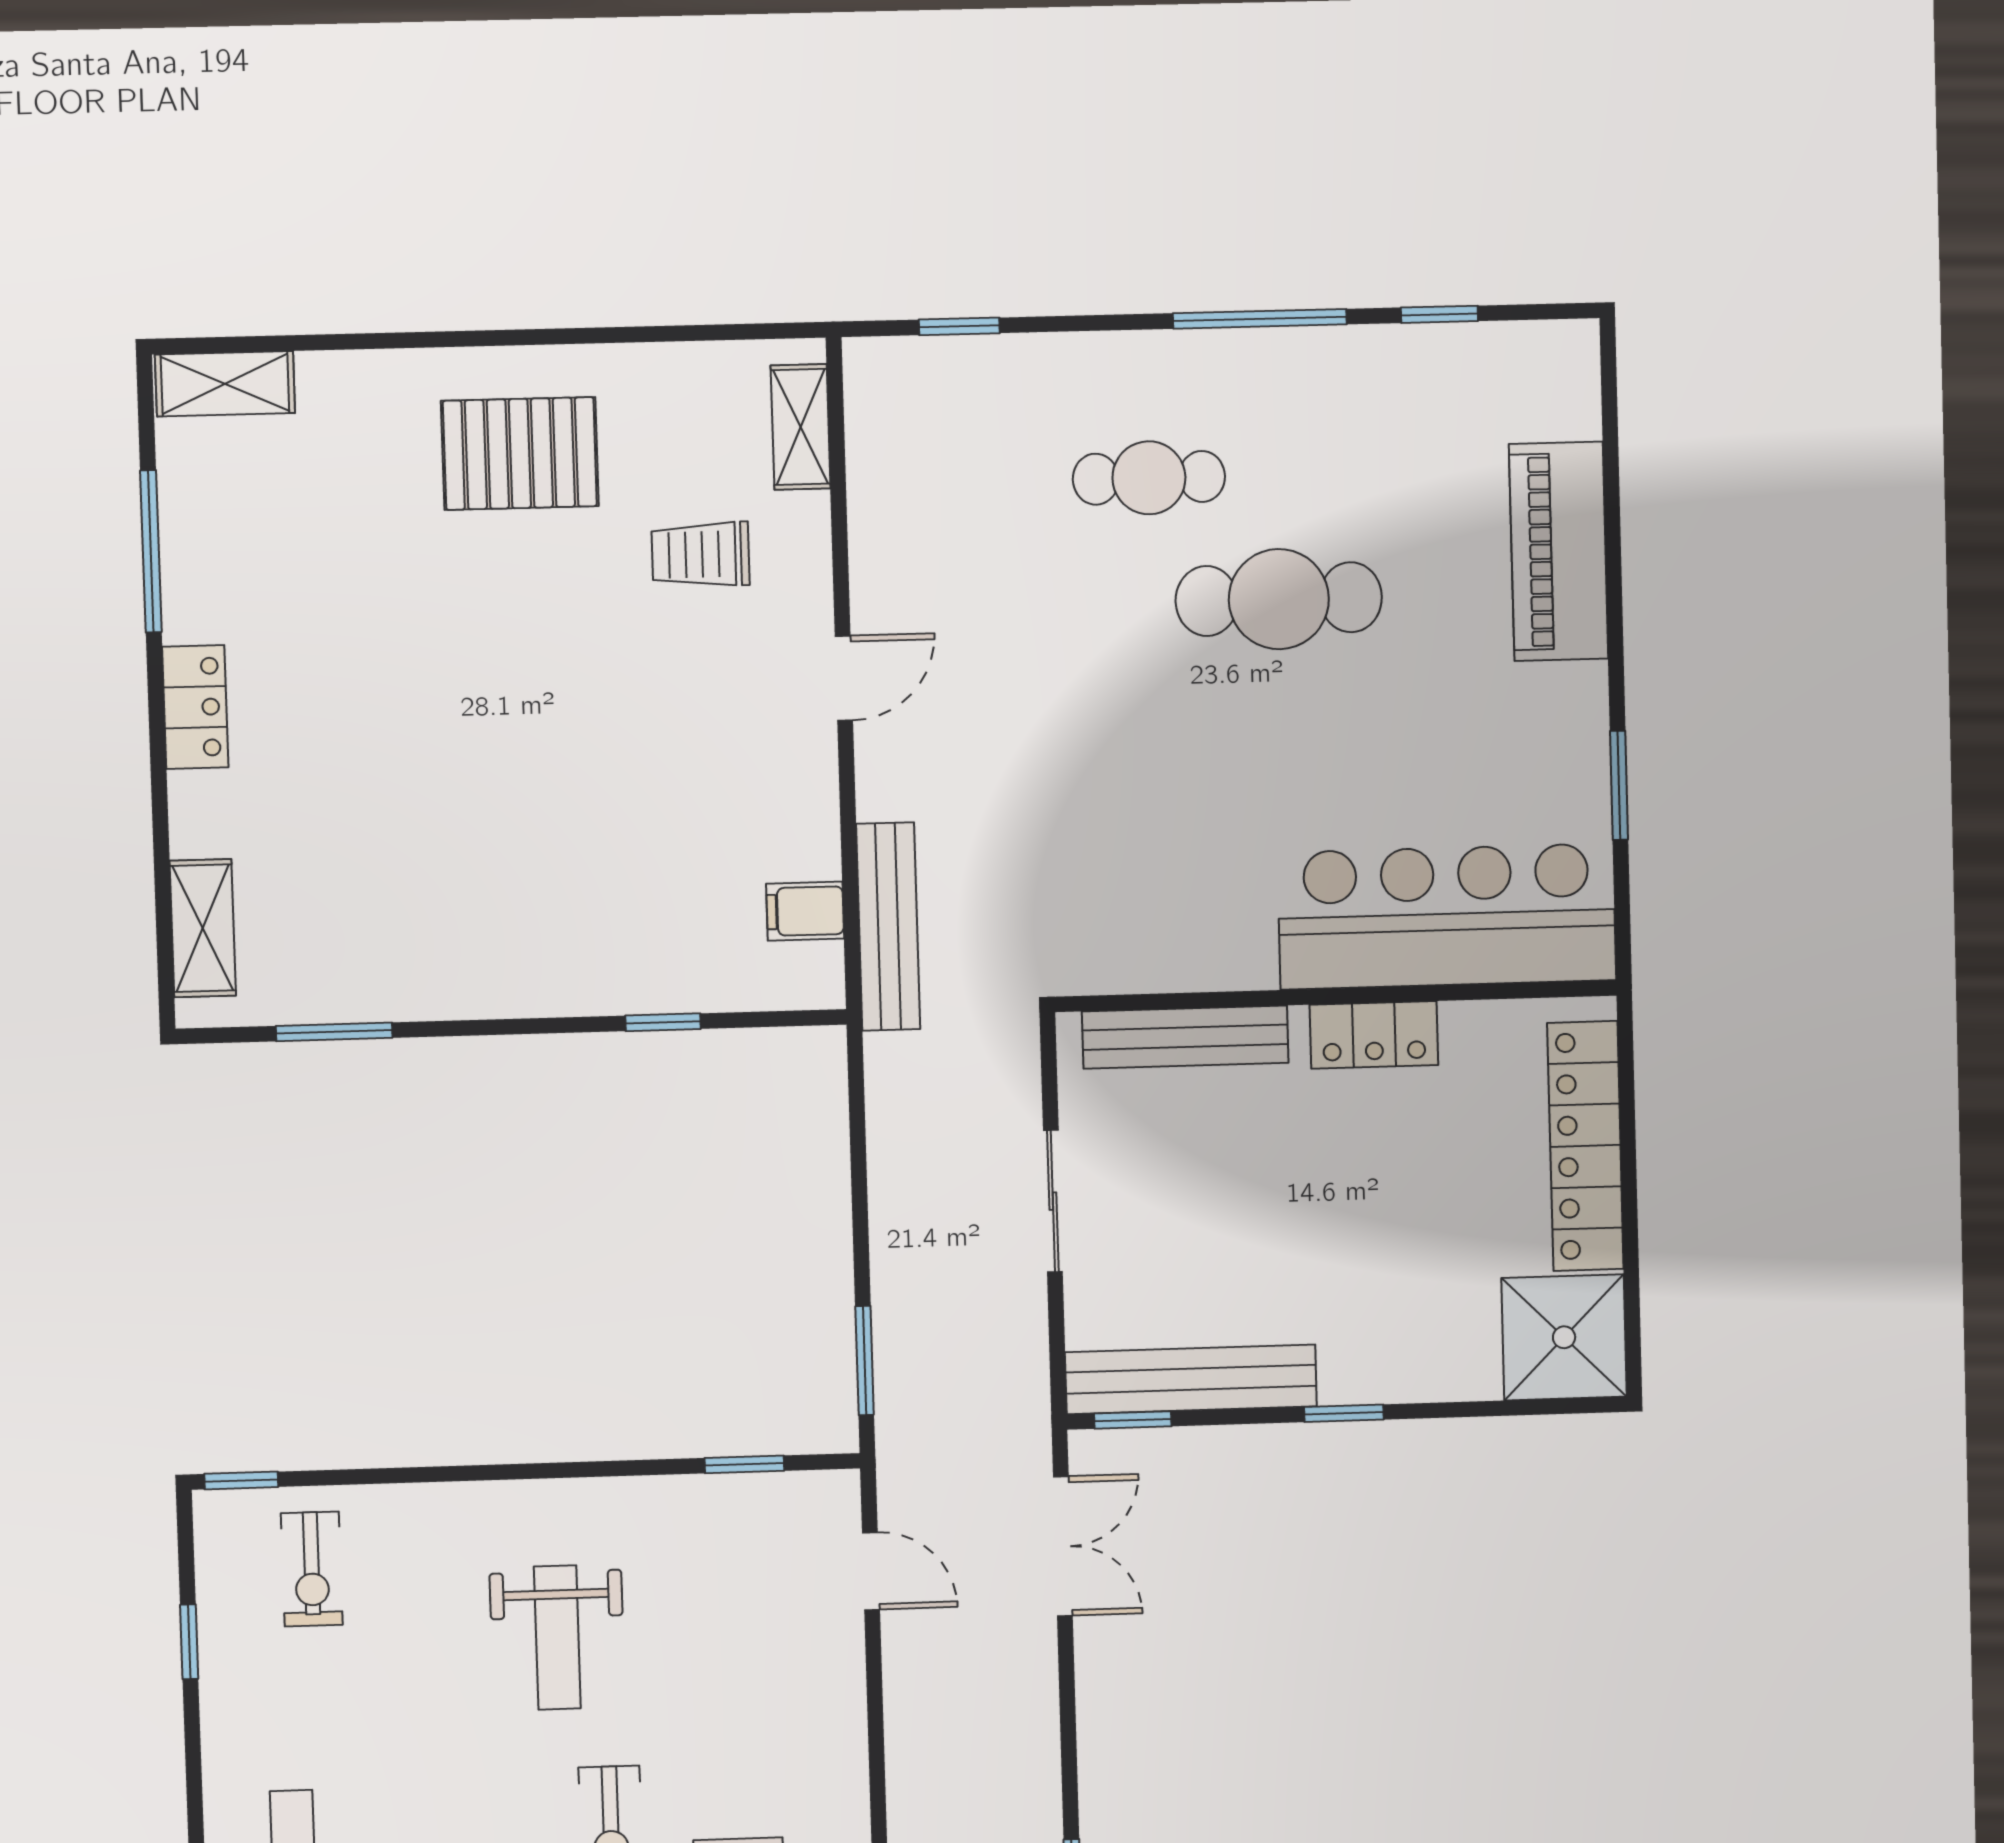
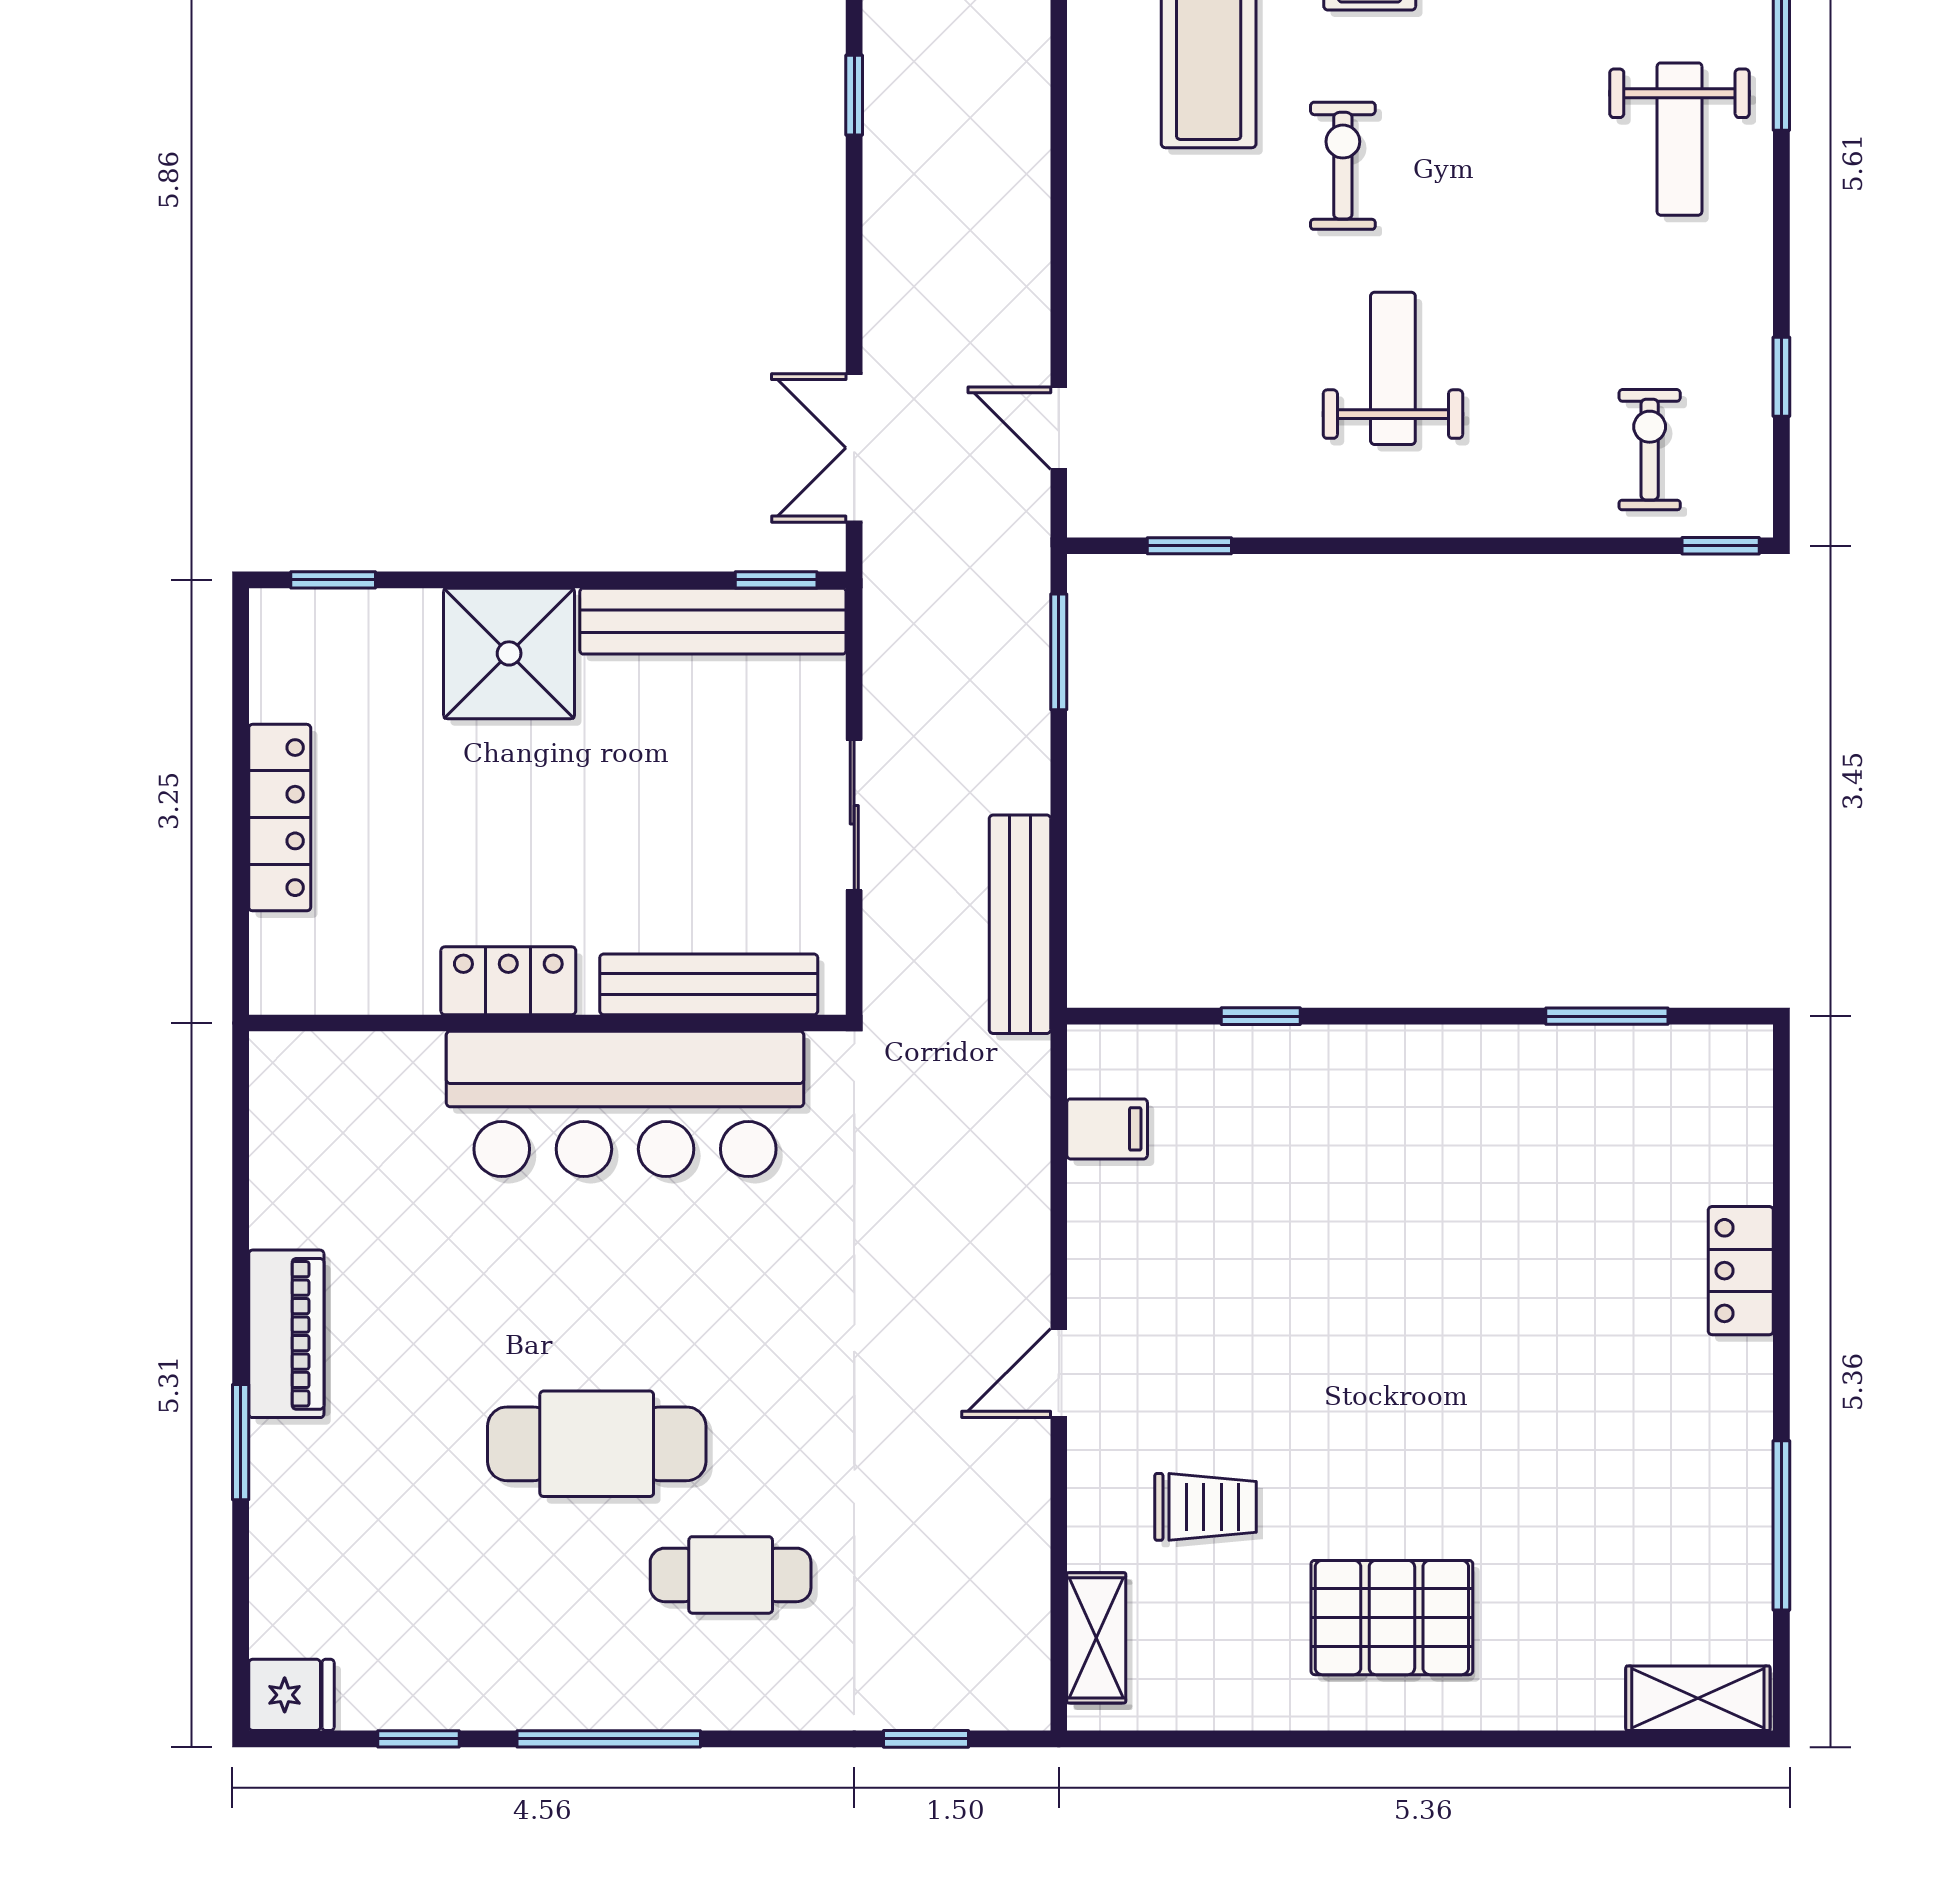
fridge: (1560, 353) -> (291, 1695), added
piano: (1559, 551) -> (286, 1334), moved, width x0.73, depth x0.75
locker: (195, 707) -> (1741, 1271), moved
window: (1619, 785) -> (241, 1442), moved
bar counter: (1447, 916) -> (625, 1104), moved
bench: (888, 926) -> (1020, 924), moved
shelving: (203, 928) -> (1741, 1129), removed
locker: (1585, 1146) -> (280, 818), width x0.71, depth x0.83
shower: (1564, 1337) -> (509, 653), moved
window: (1344, 1413) -> (333, 580), moved

